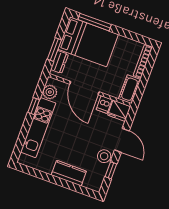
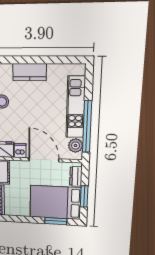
window: (95, 22) -> (56, 221), width x0.69
window: (54, 49) -> (84, 197), moved
window: (34, 106) -> (87, 127), width x3.17

